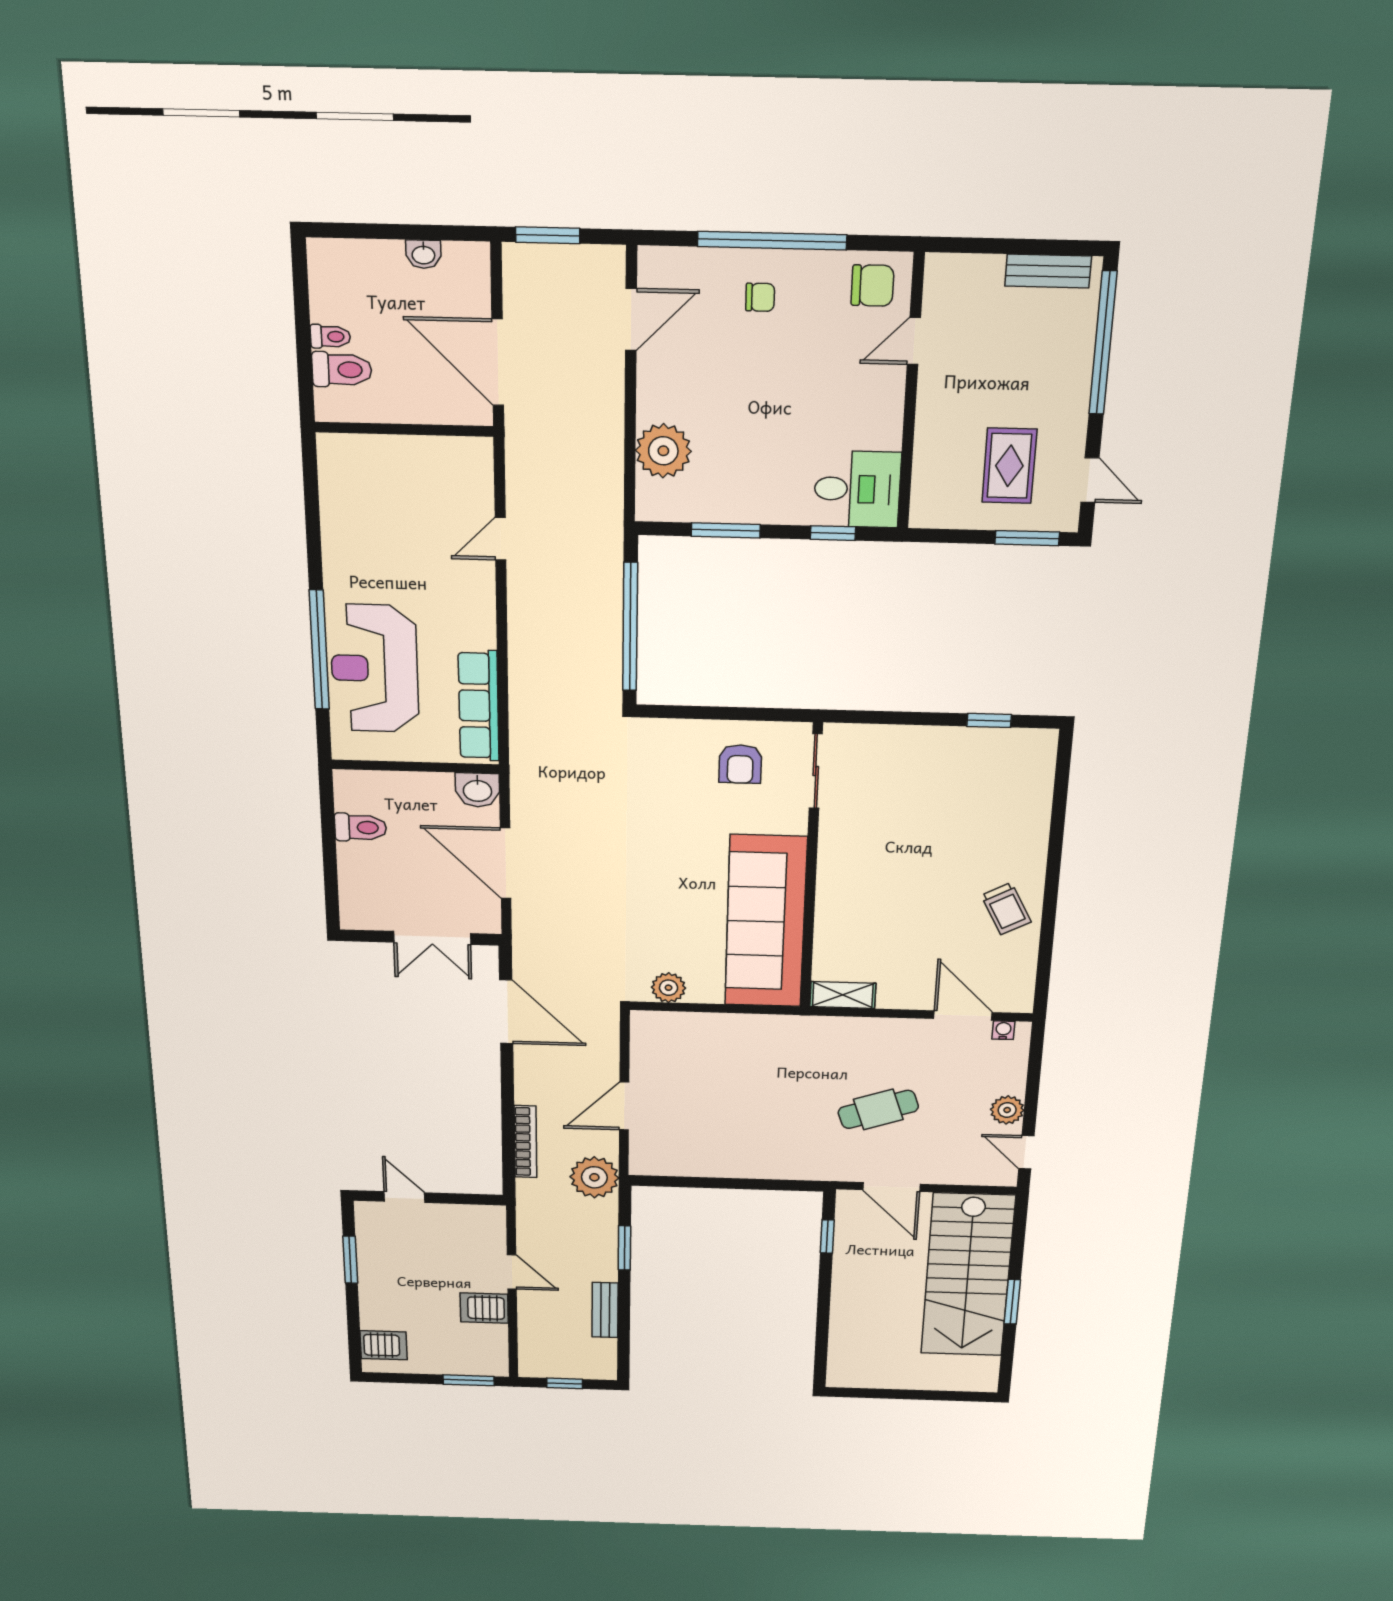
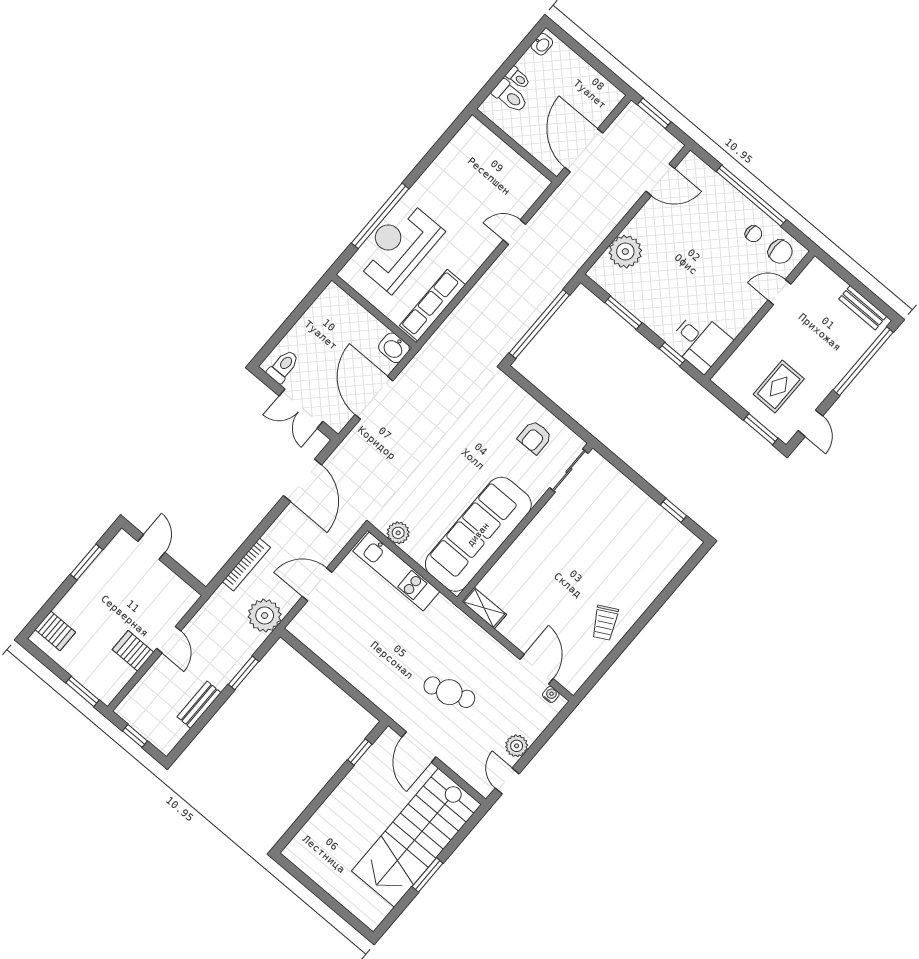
washbasin: (423, 254) -> (542, 44), moved, turned -90
chair: (760, 297) -> (753, 234), moved
toilet: (361, 827) -> (283, 366), moved, turned -90
kitchen unit: (703, 1029) -> (396, 571), added

